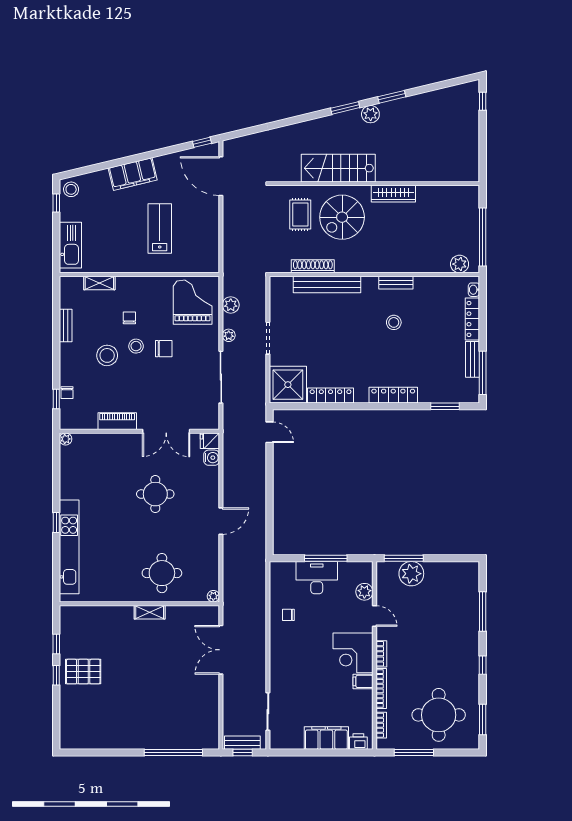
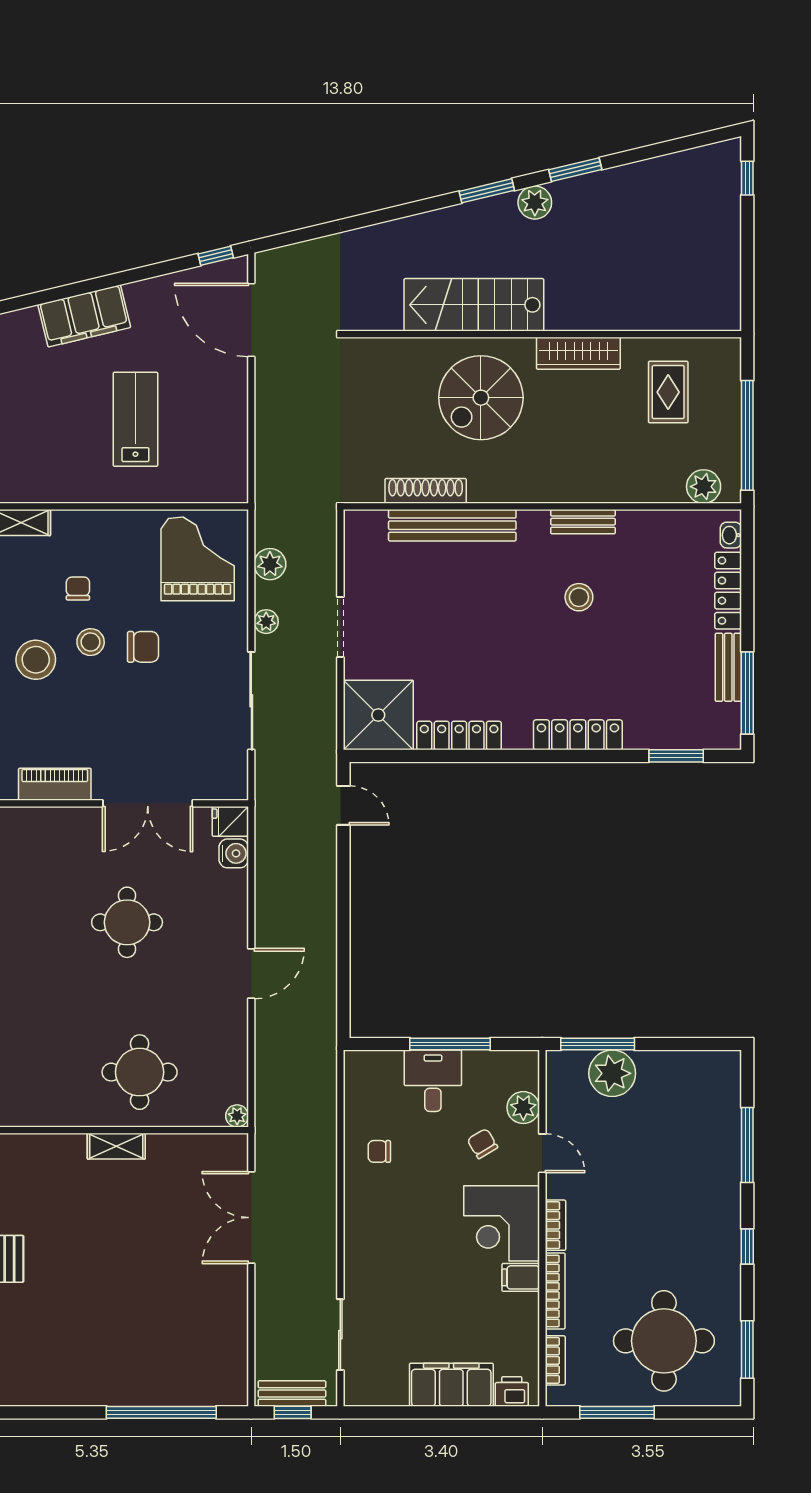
rug: (300, 214) -> (668, 392), moved
desk: (317, 578) -> (433, 1081), width x0.73
chair: (343, 611) -> (482, 1144), added

